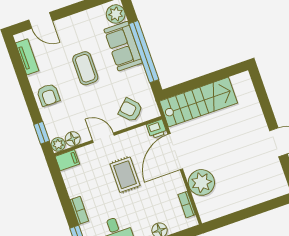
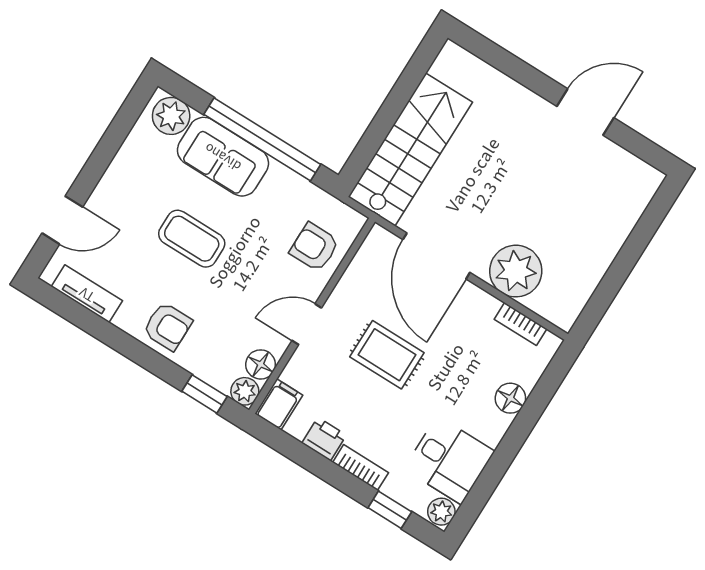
armchair: (130, 110) -> (314, 247), turned 44
printer: (157, 129) -> (324, 439), moved, turned -90

